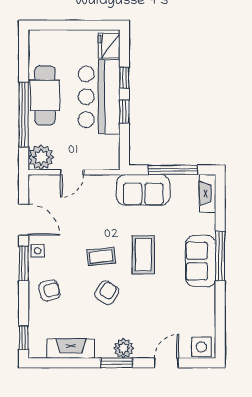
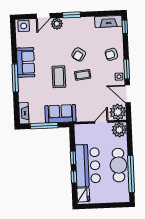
window: (24, 115) -> (131, 174), moved
plant: (42, 189) -> (118, 112), added
sofa: (201, 261) -> (26, 62), moved
fireplace: (71, 348) -> (108, 21), moved
plant: (124, 348) -> (57, 24), moved

